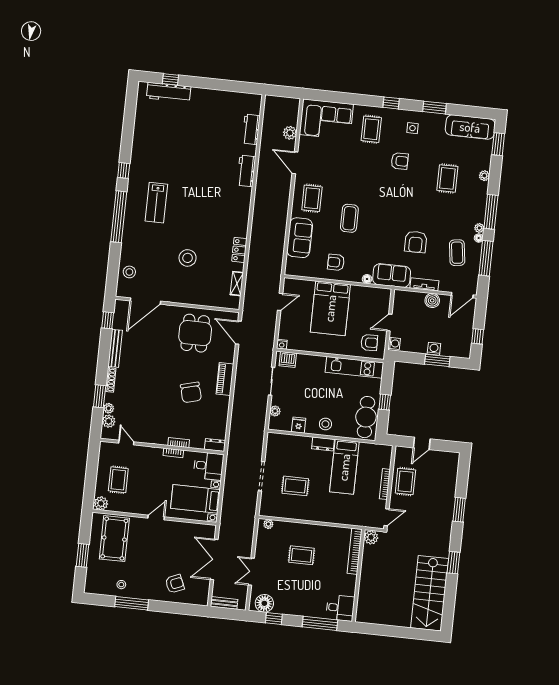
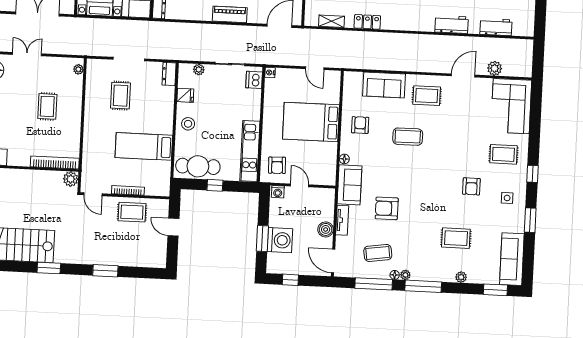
washing machine: (434, 349) -> (280, 240), width x1.89, depth x1.89
dresser: (323, 444) -> (169, 74), moved

